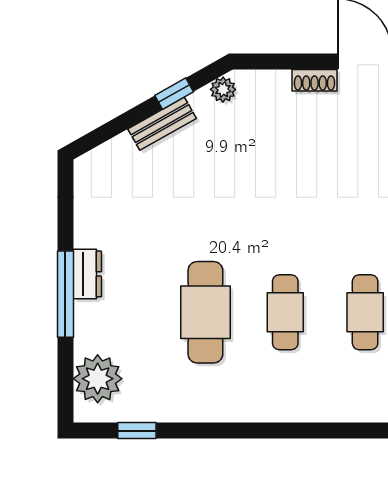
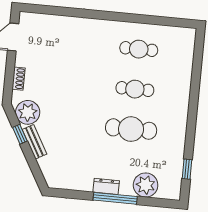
shoe rack: (314, 80) -> (19, 79), moved
plant: (223, 90) -> (28, 112), width x1.88, depth x1.88
plant: (98, 379) -> (146, 185), moved

